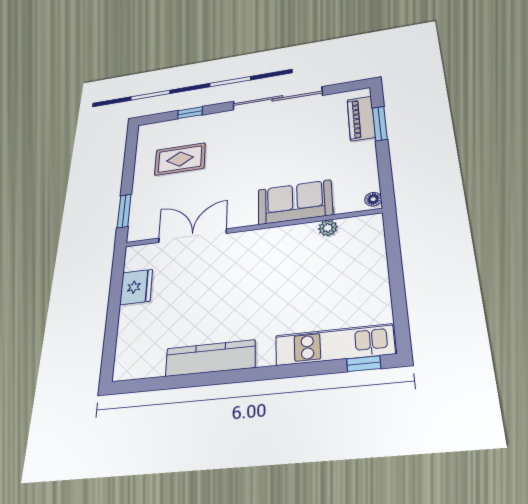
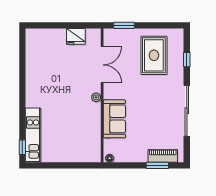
rug: (180, 159) -> (154, 55), width x1.36, depth x1.43
plant: (328, 228) -> (96, 97), moved
kitchen counter: (210, 358) -> (33, 77), removed

